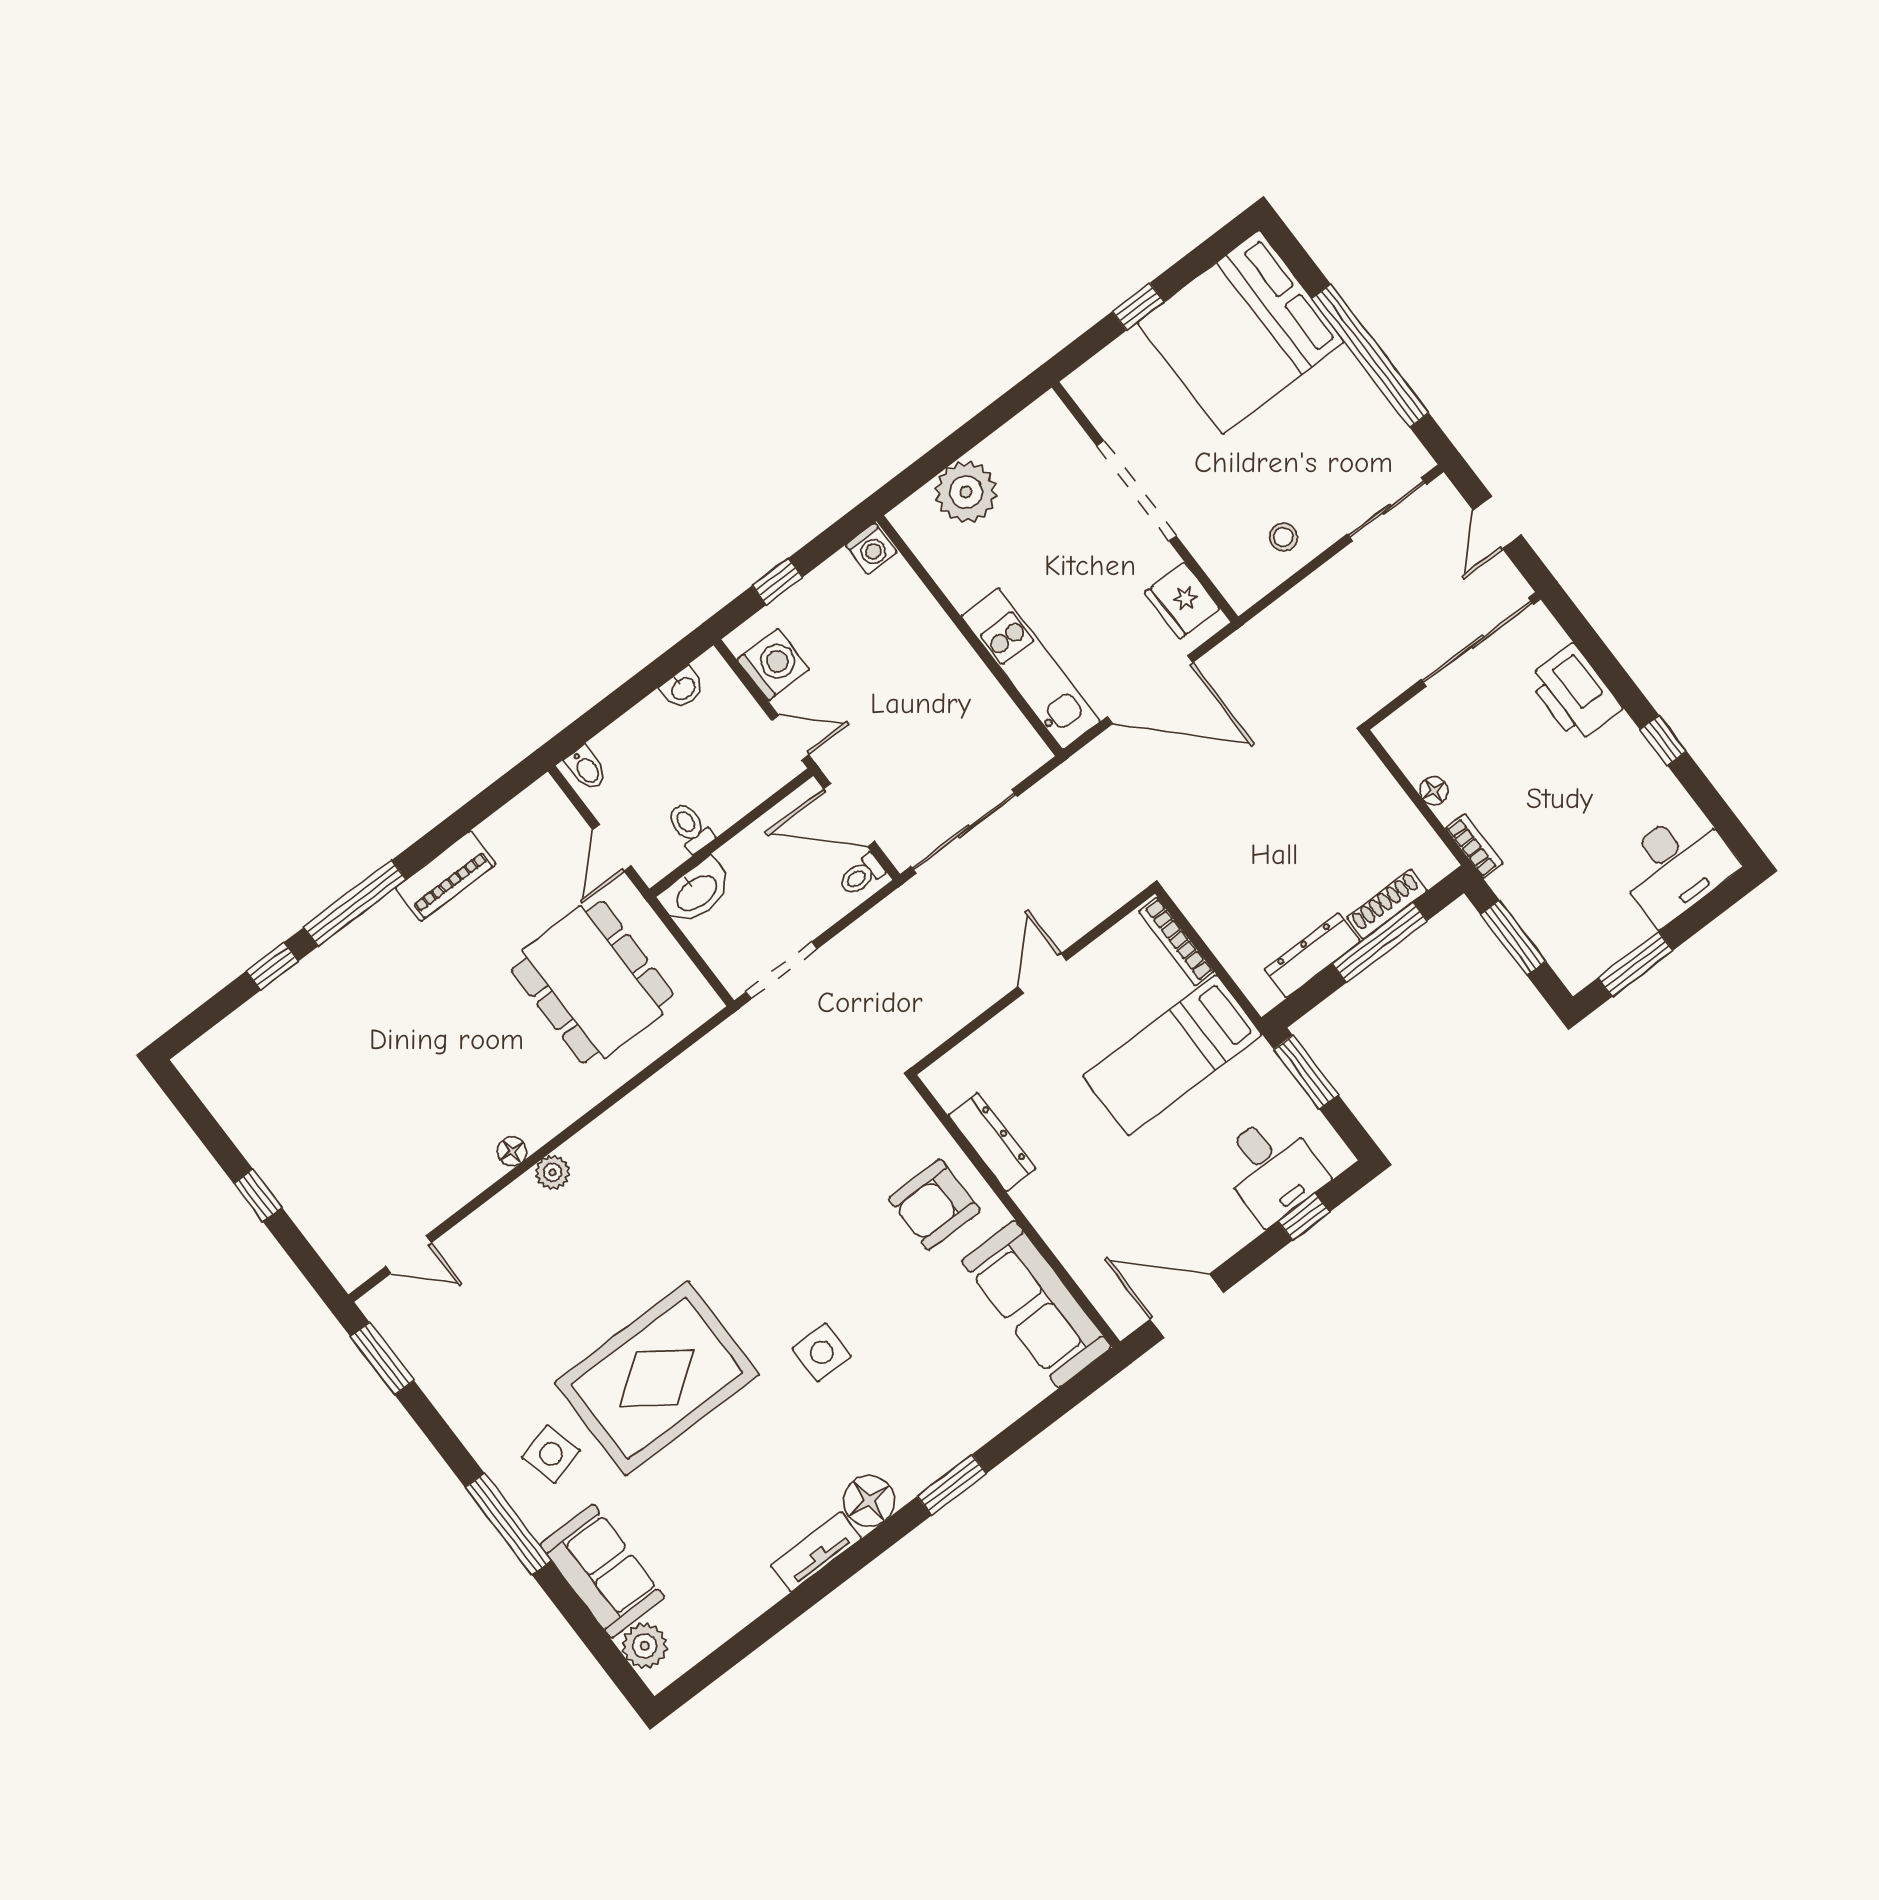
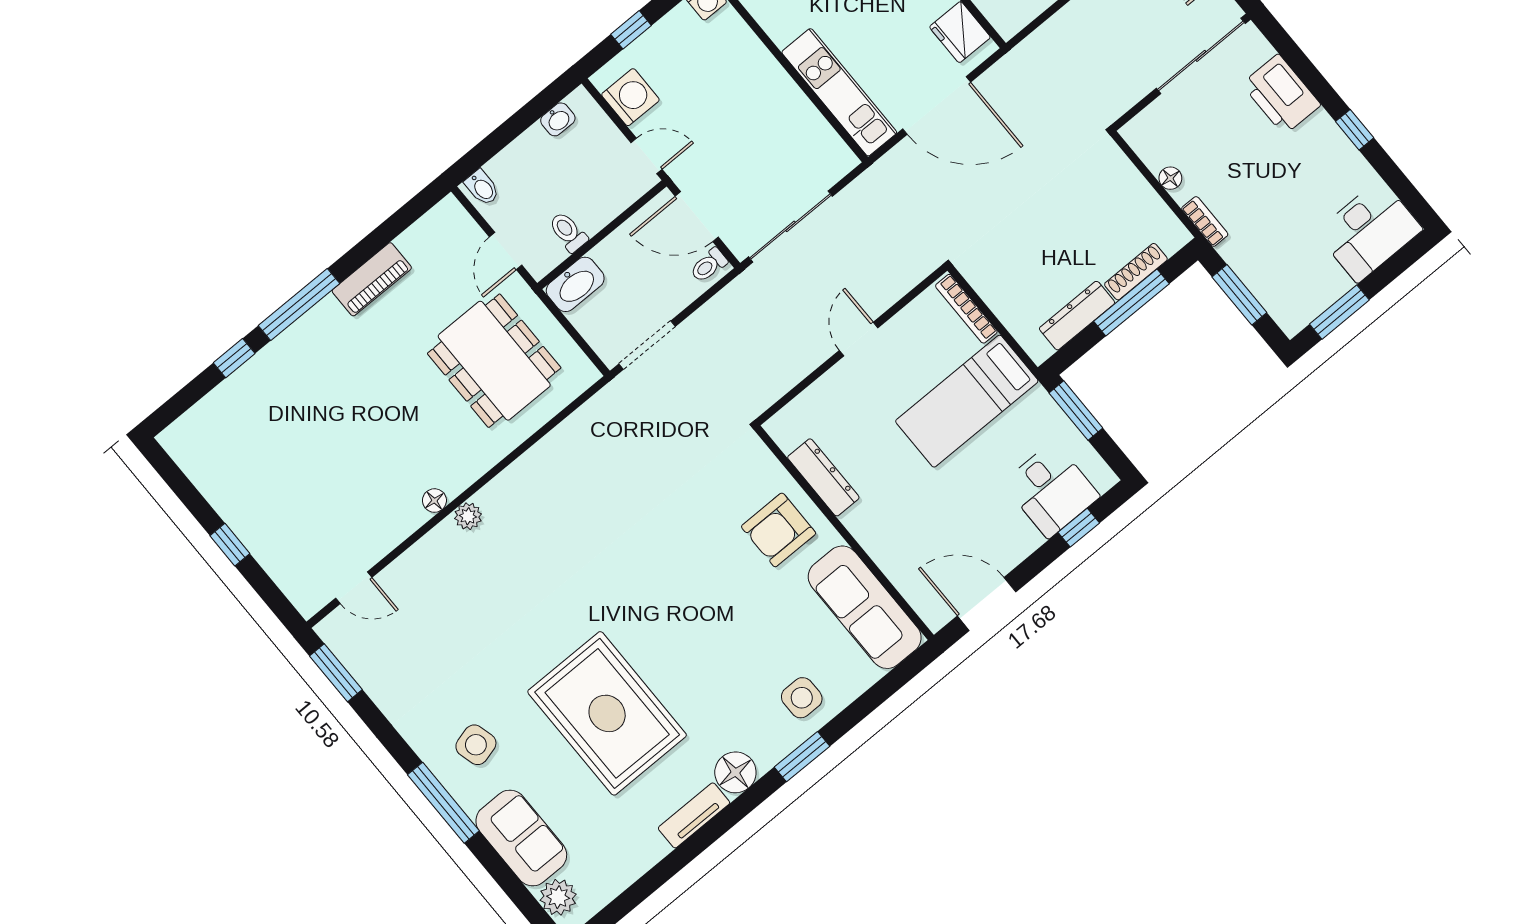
side table: (822, 1352) -> (802, 698), moved
rug: (657, 1378) -> (607, 713), moved, turned 90

